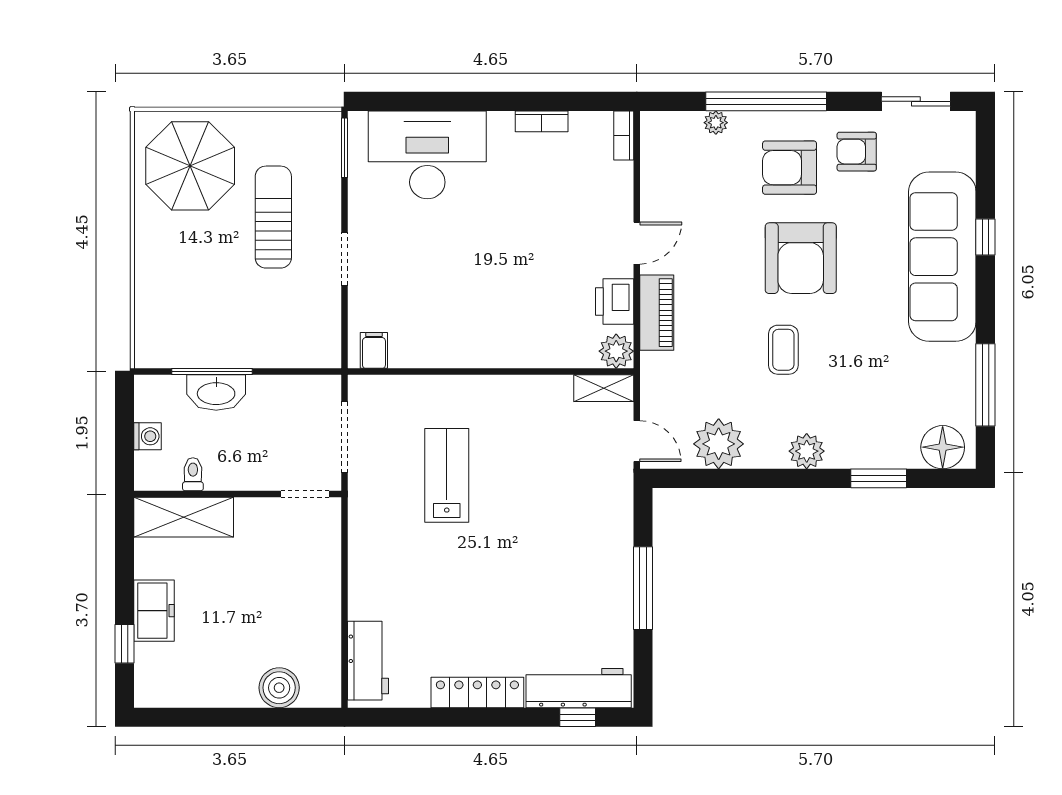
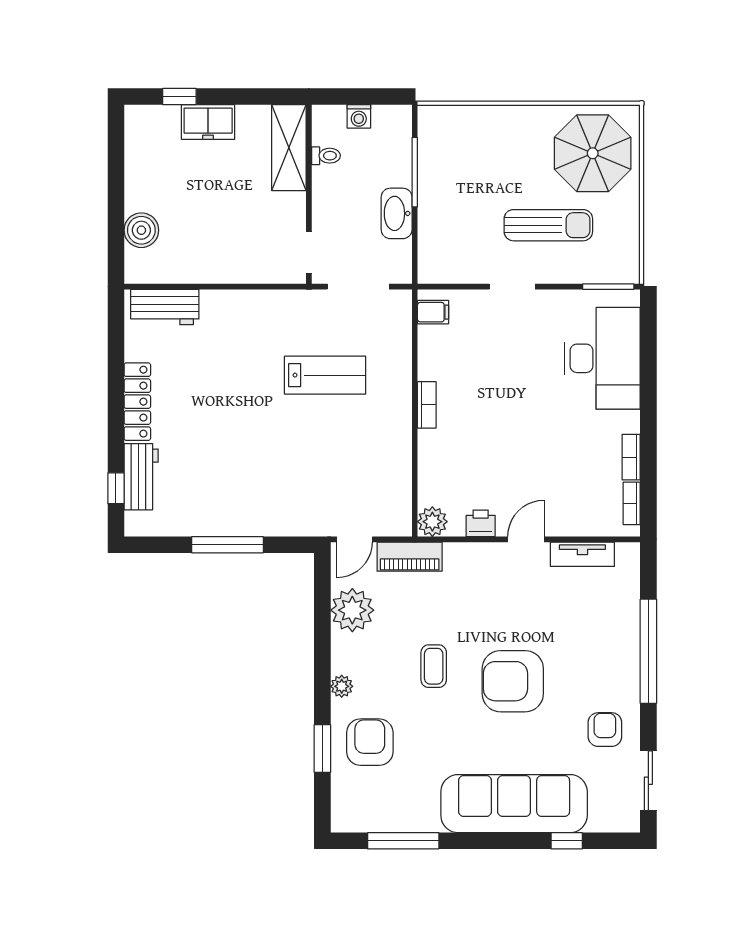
plant: (716, 123) -> (630, 608), removed
bookcase: (624, 135) -> (632, 503), moved, turned -90
armchair: (790, 168) -> (370, 742), moved
tv unit: (654, 178) -> (582, 554), added
window: (985, 237) -> (567, 841), moved
door: (637, 243) -> (526, 539), swing flipped
printer: (615, 301) -> (481, 523), width x0.73, depth x0.81
piano: (657, 313) -> (410, 557), moved
coffee table: (783, 350) -> (434, 666), turned 90
bookcase: (481, 358) -> (427, 405), added
shelving: (604, 388) -> (400, 511), removed
washbasin: (216, 393) -> (397, 213), moved
floor lamp: (943, 447) -> (349, 804), removed
plant: (807, 451) -> (342, 686), width x0.73, depth x0.73
workbench: (579, 688) -> (141, 477), width x0.73

